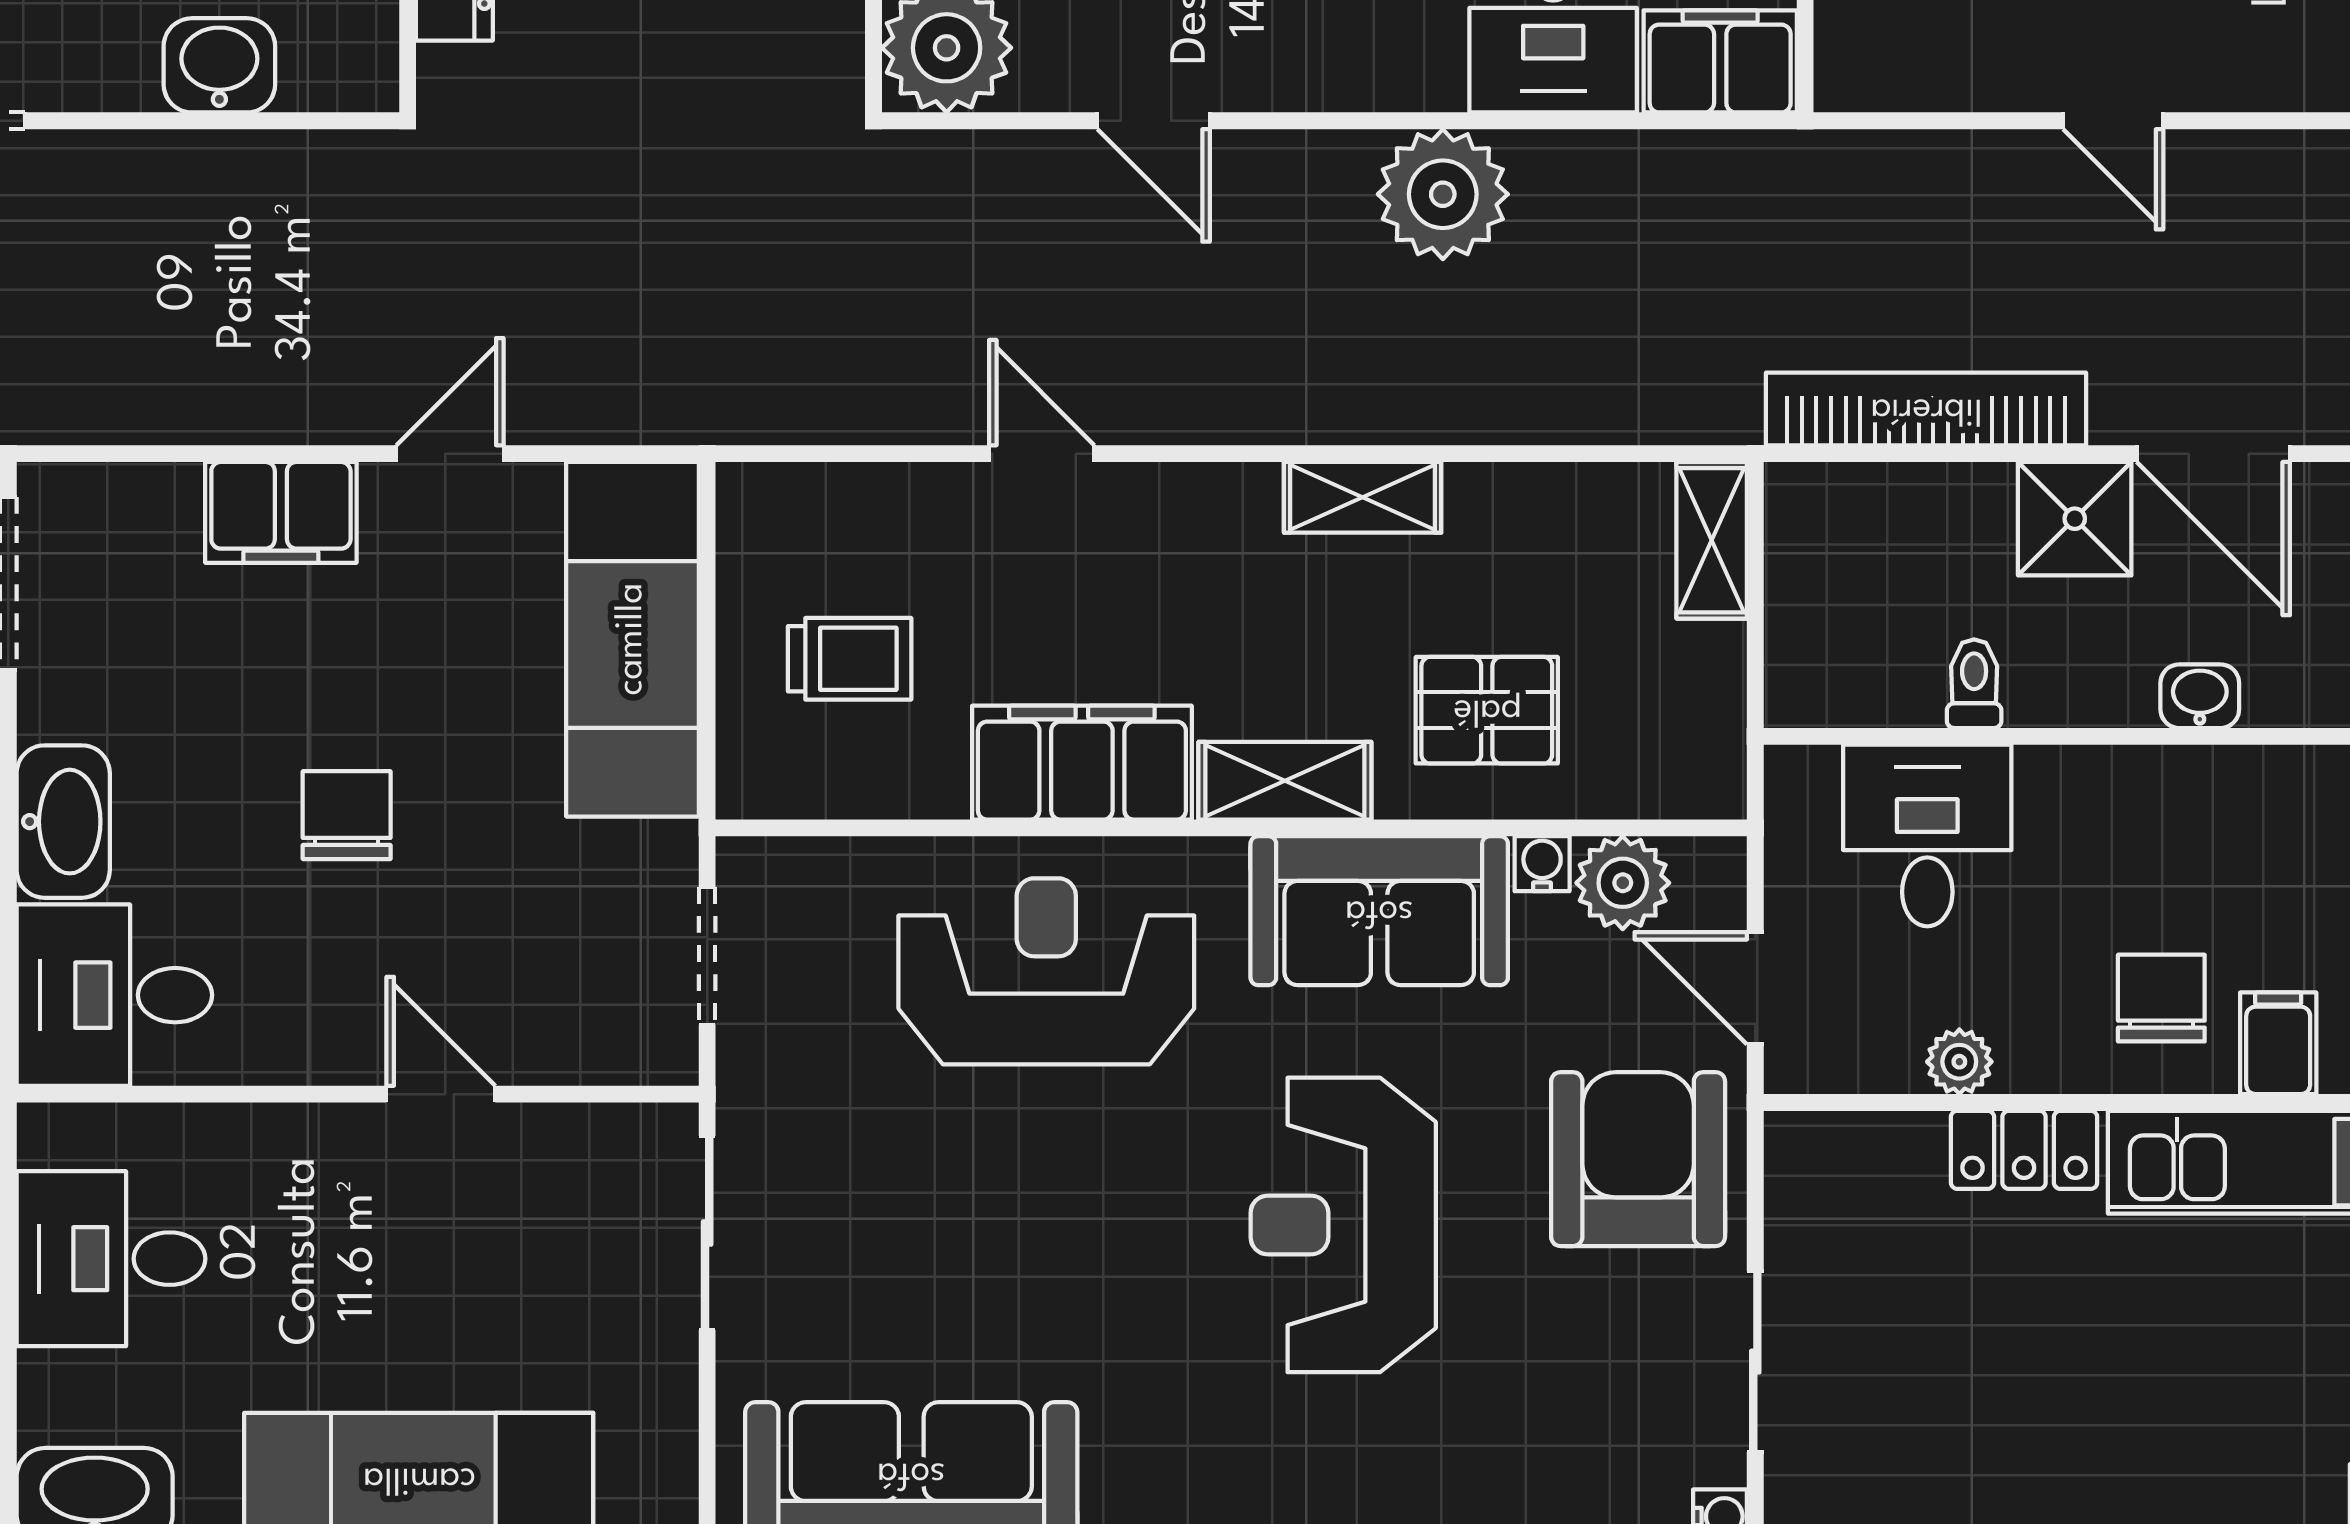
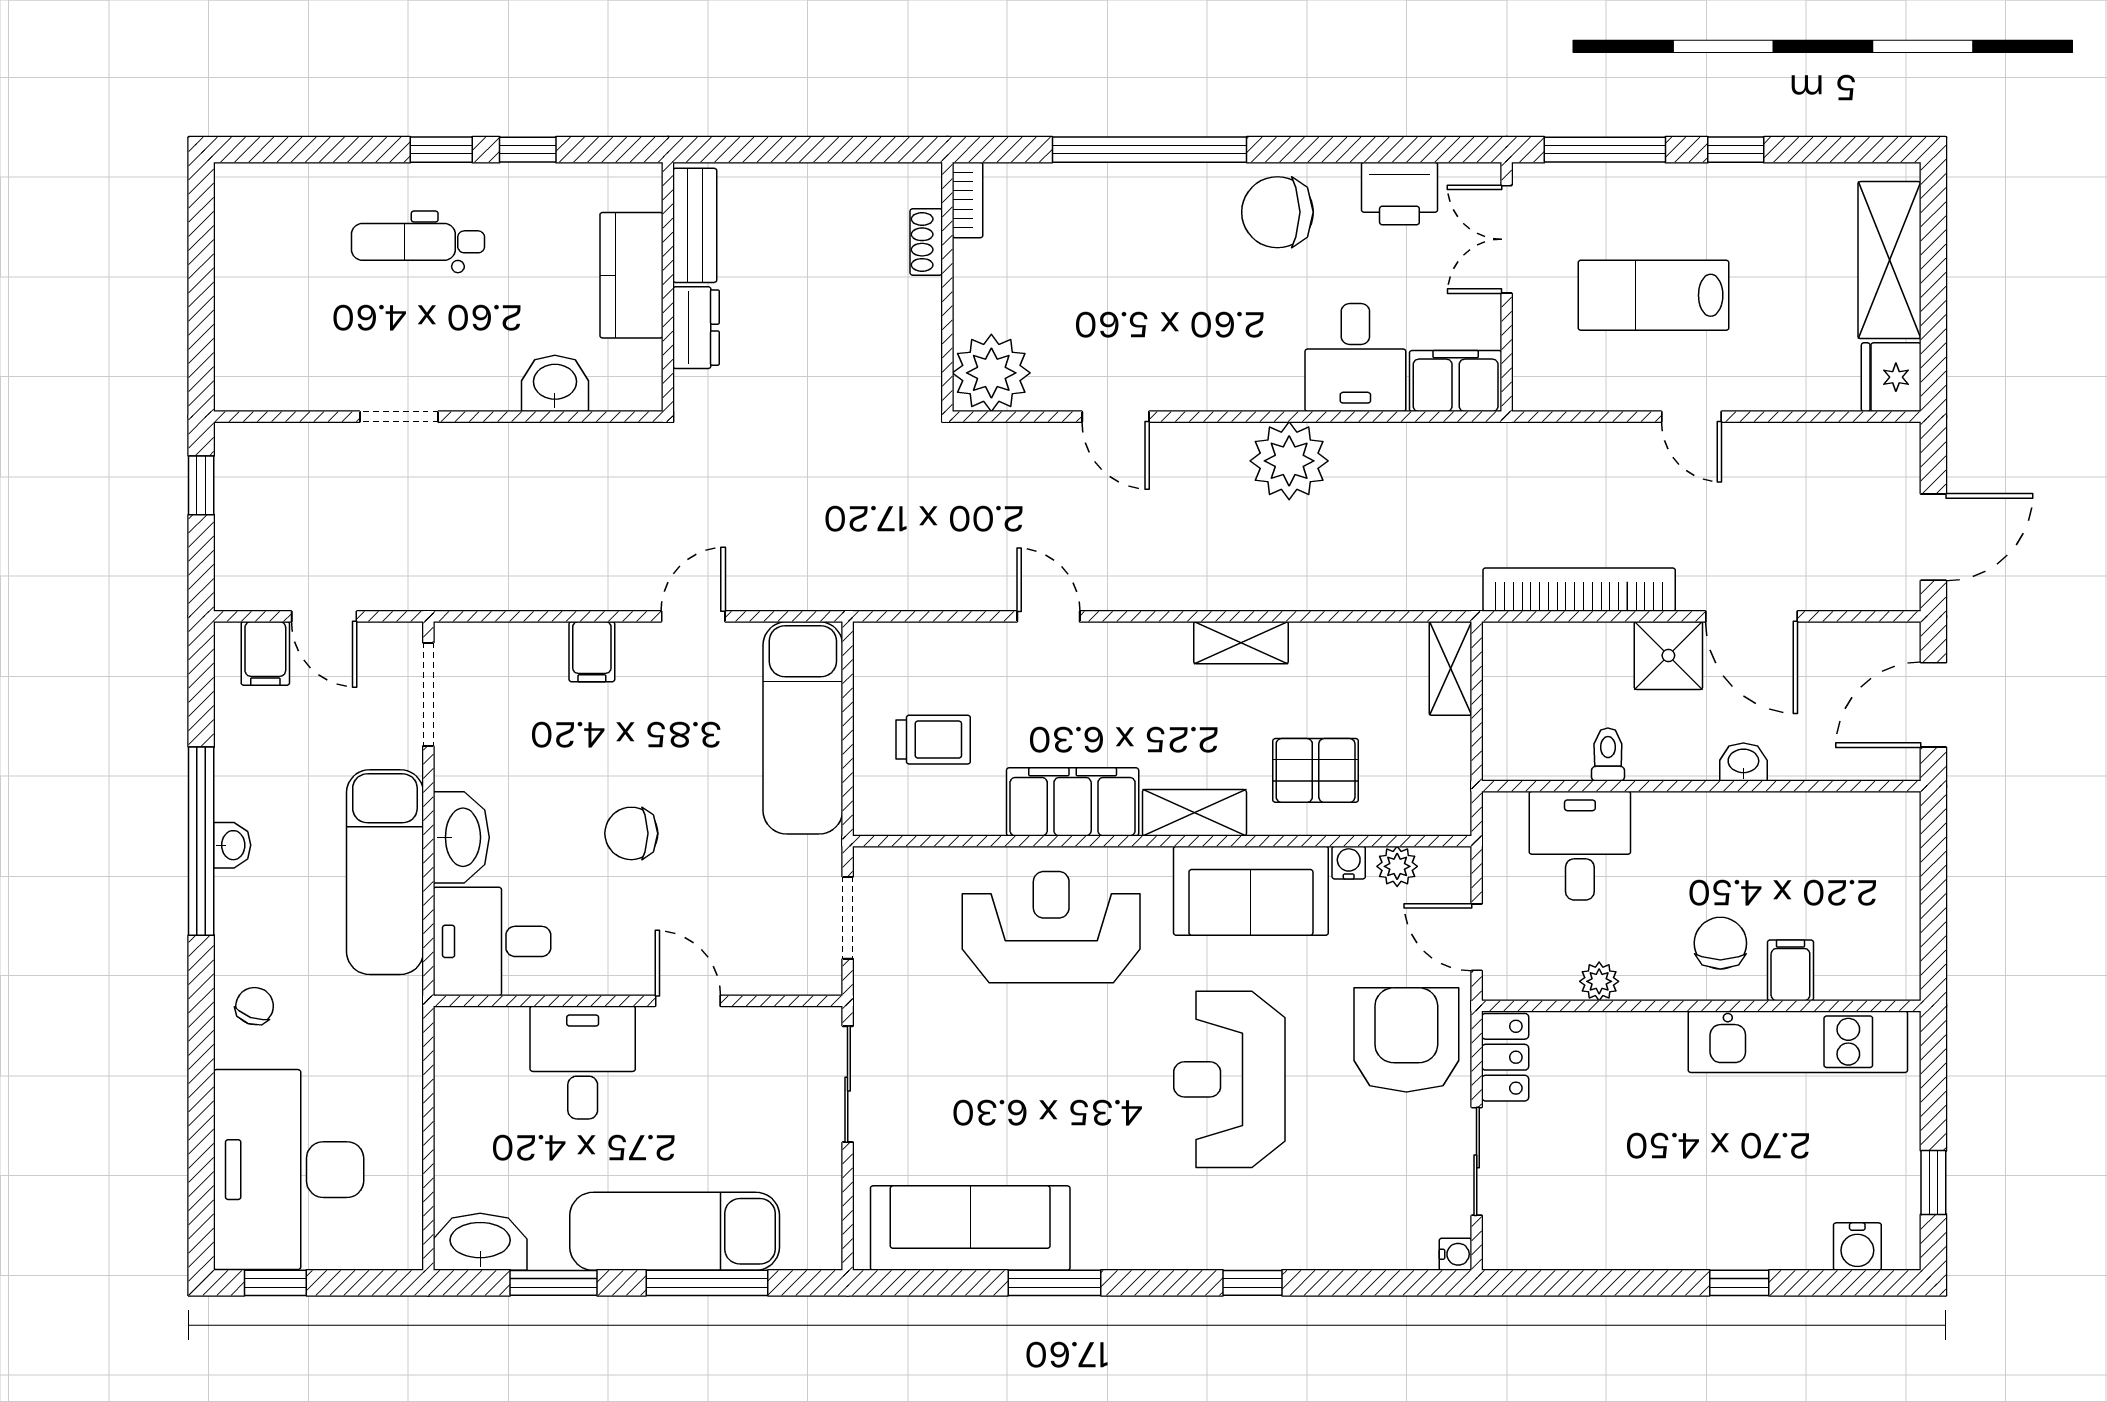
filing cabinet: (281, 512) -> (592, 652), width x0.50
chair: (347, 815) -> (631, 833), turned -90
plant: (1623, 883) -> (1397, 866), width x0.73, depth x0.73
locker: (2024, 1150) -> (1505, 1057), moved, turned -90
desk: (111, 1259) -> (583, 1062), moved, turned 90

